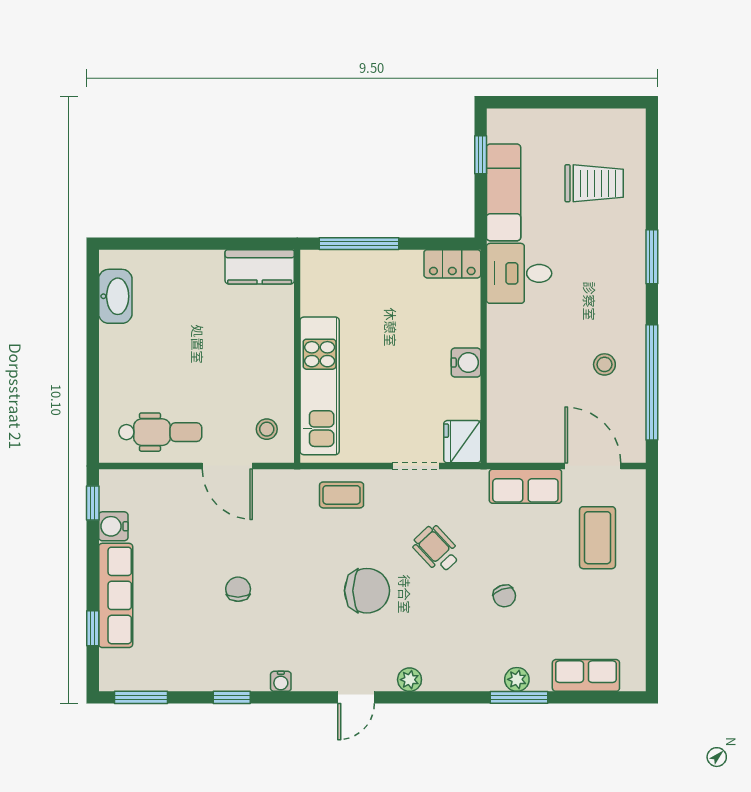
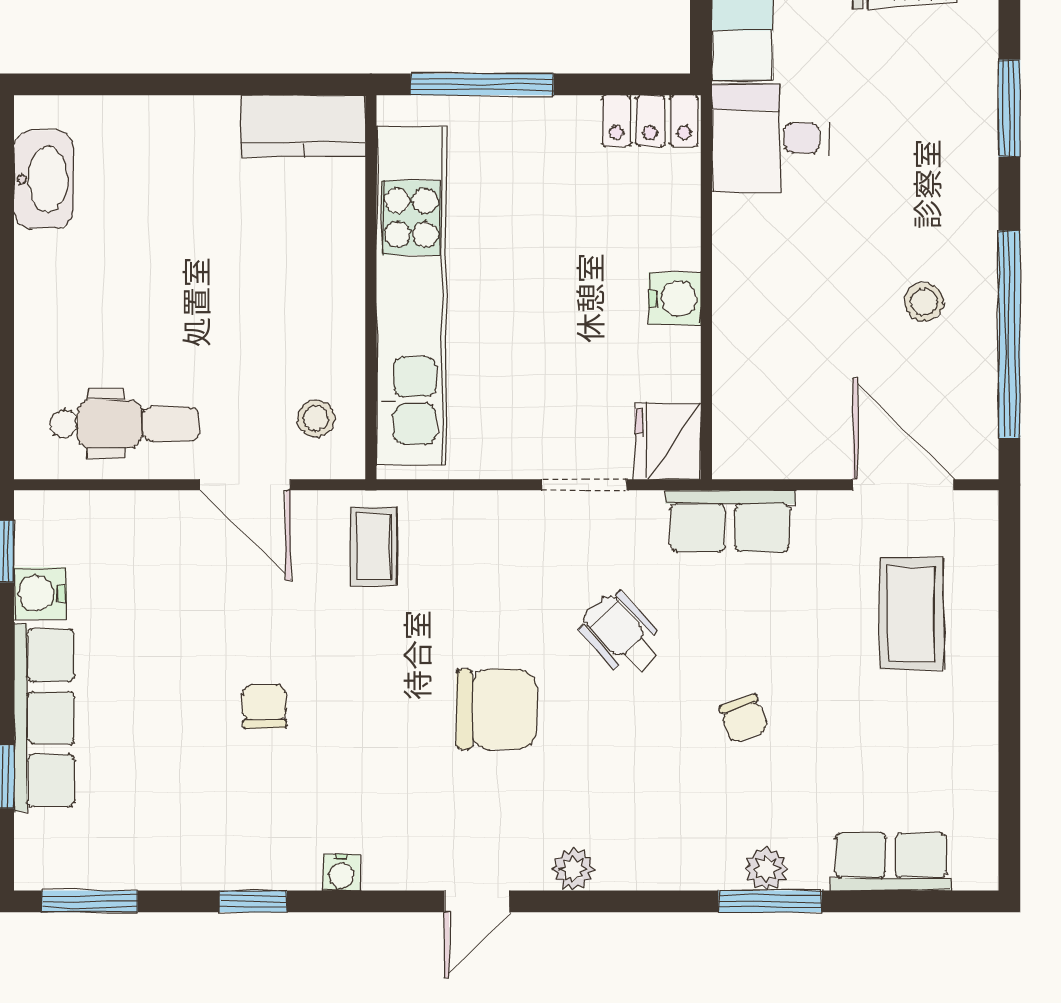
kitchen unit: (320, 386) -> (411, 295), width x1.36
row of seats: (525, 486) -> (730, 521), moved
coffee table: (342, 495) -> (373, 546), moved, turned 90

